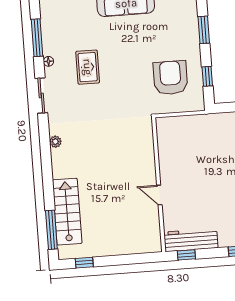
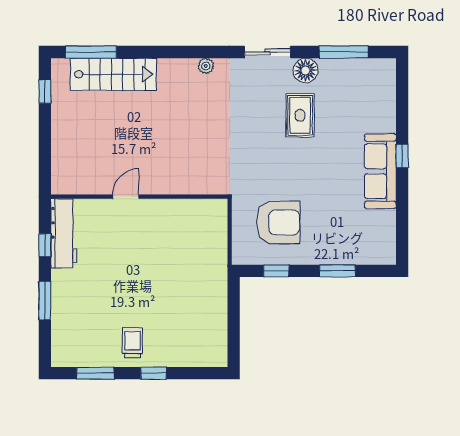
floor lamp: (48, 61) -> (306, 70), width x1.89, depth x1.89
rug: (88, 67) -> (300, 115), turned 90
window: (186, 255) -> (45, 245), moved

